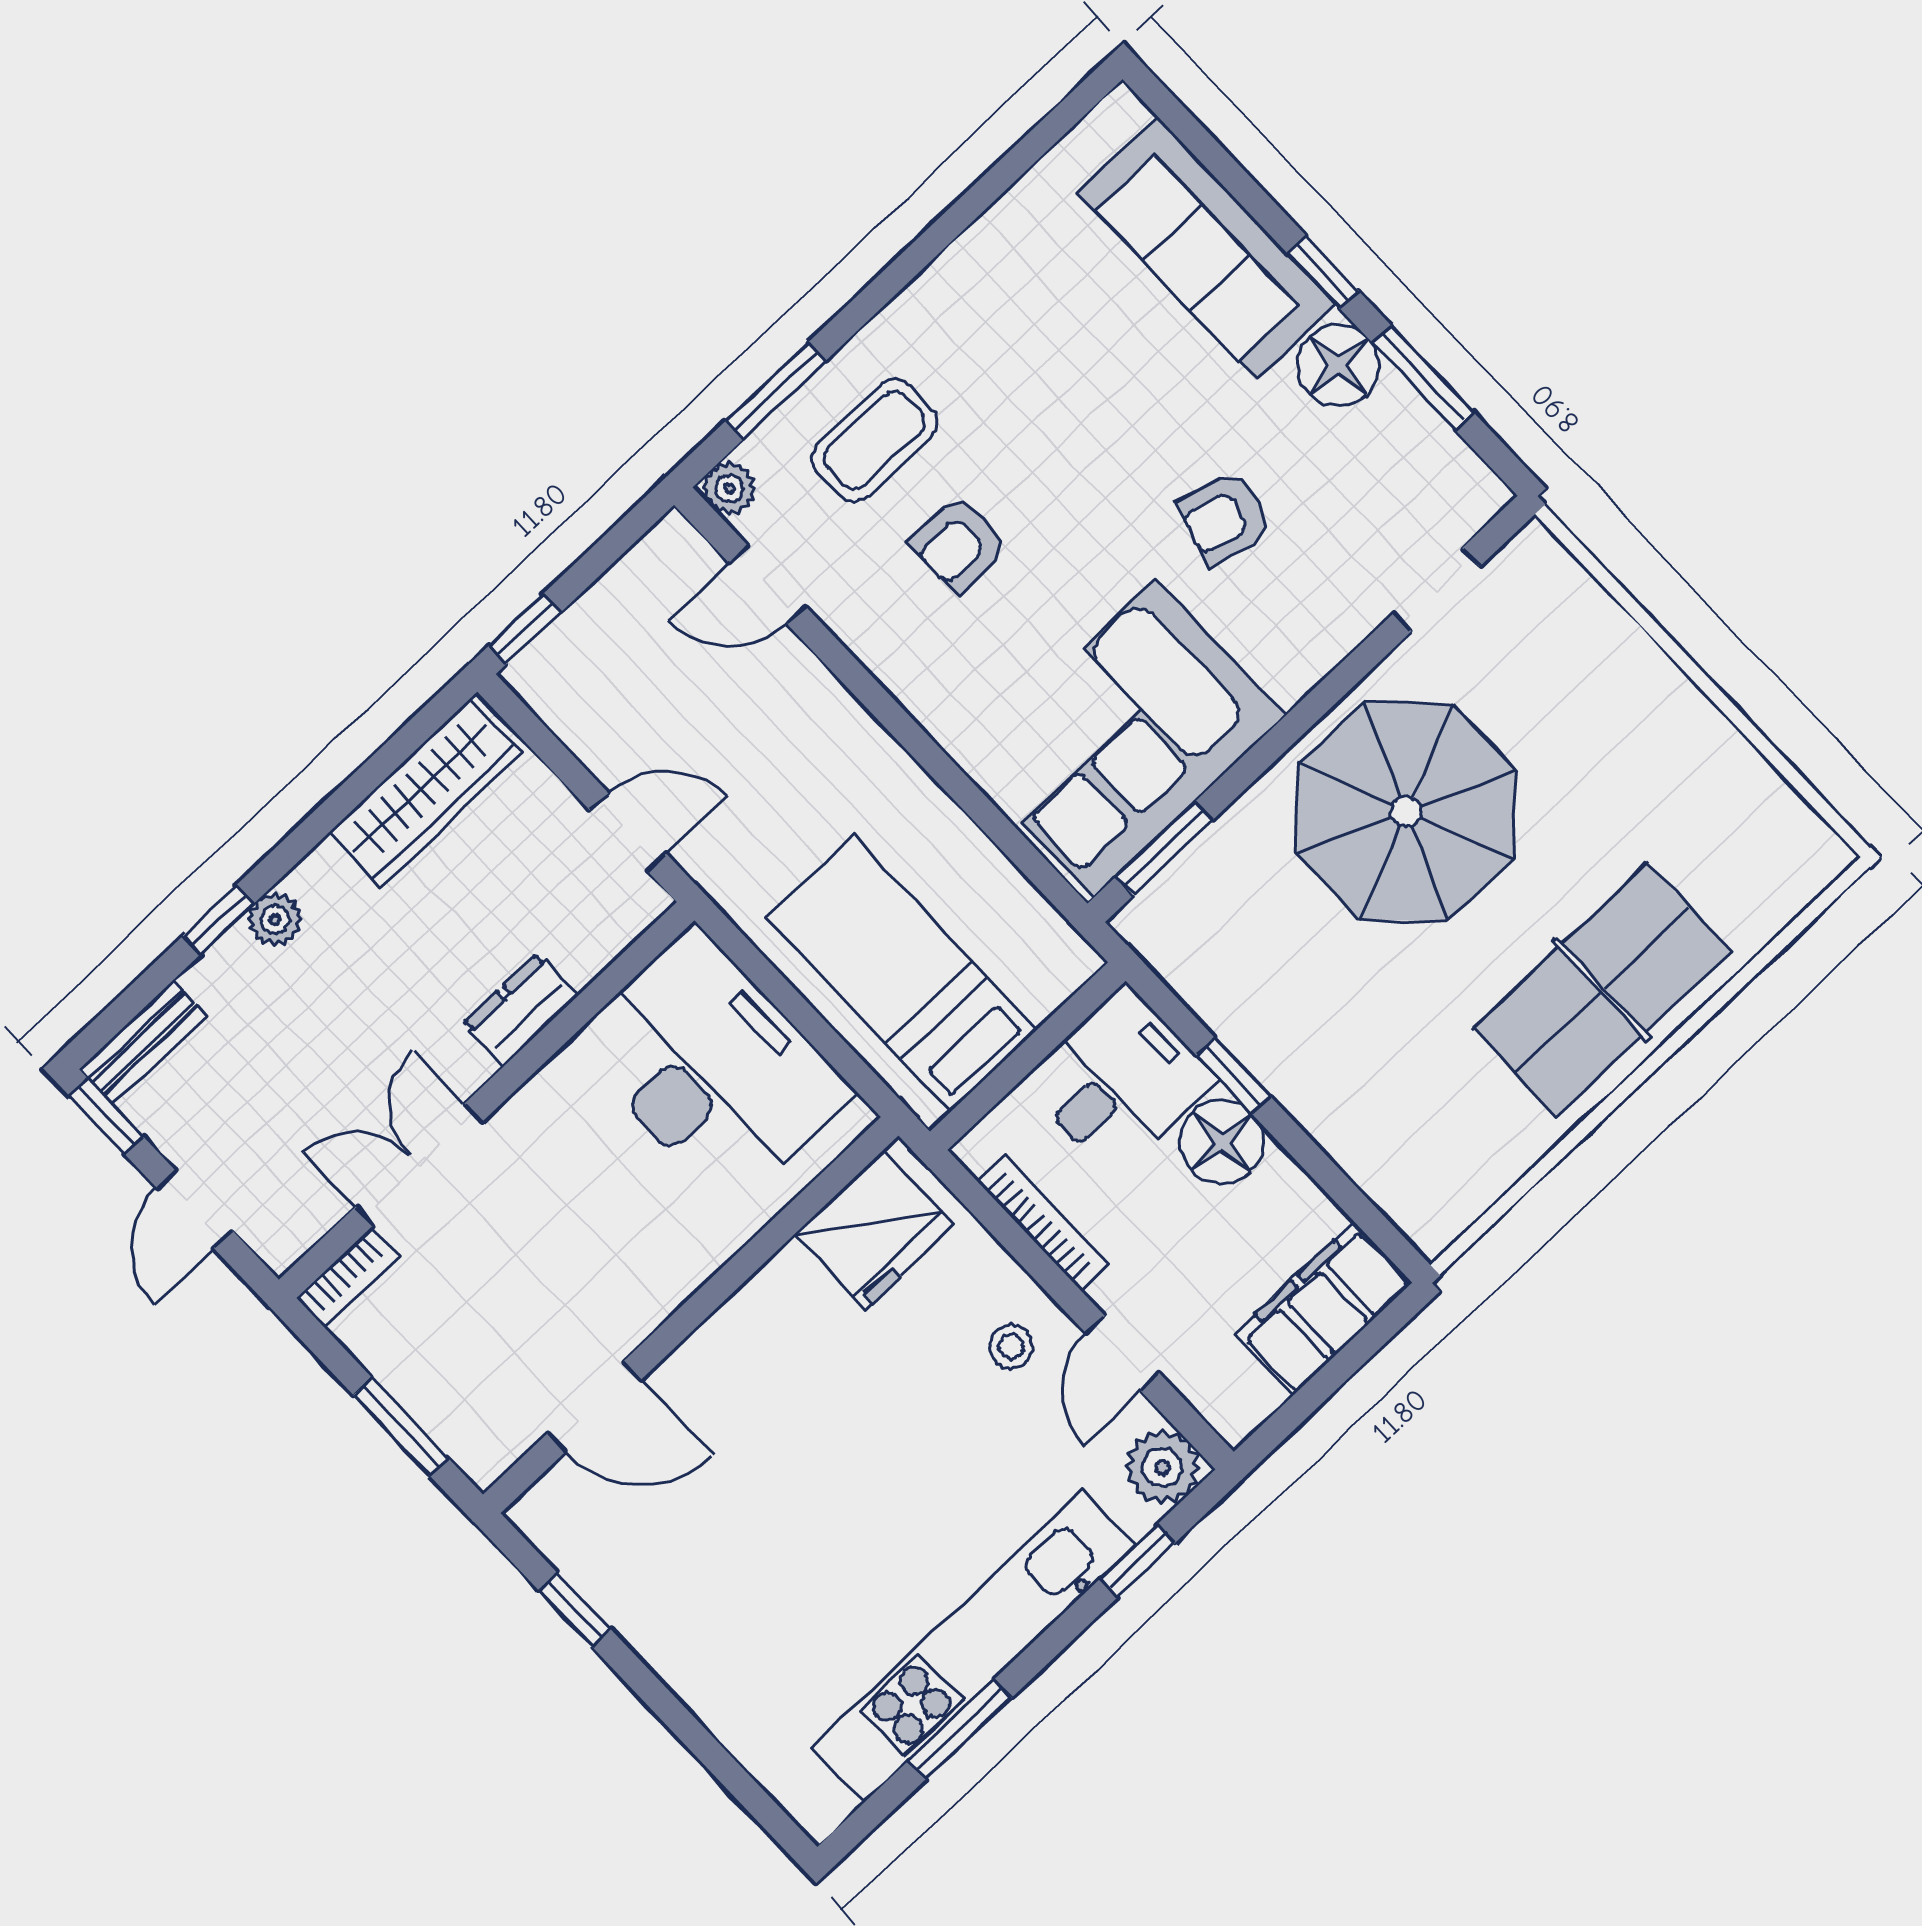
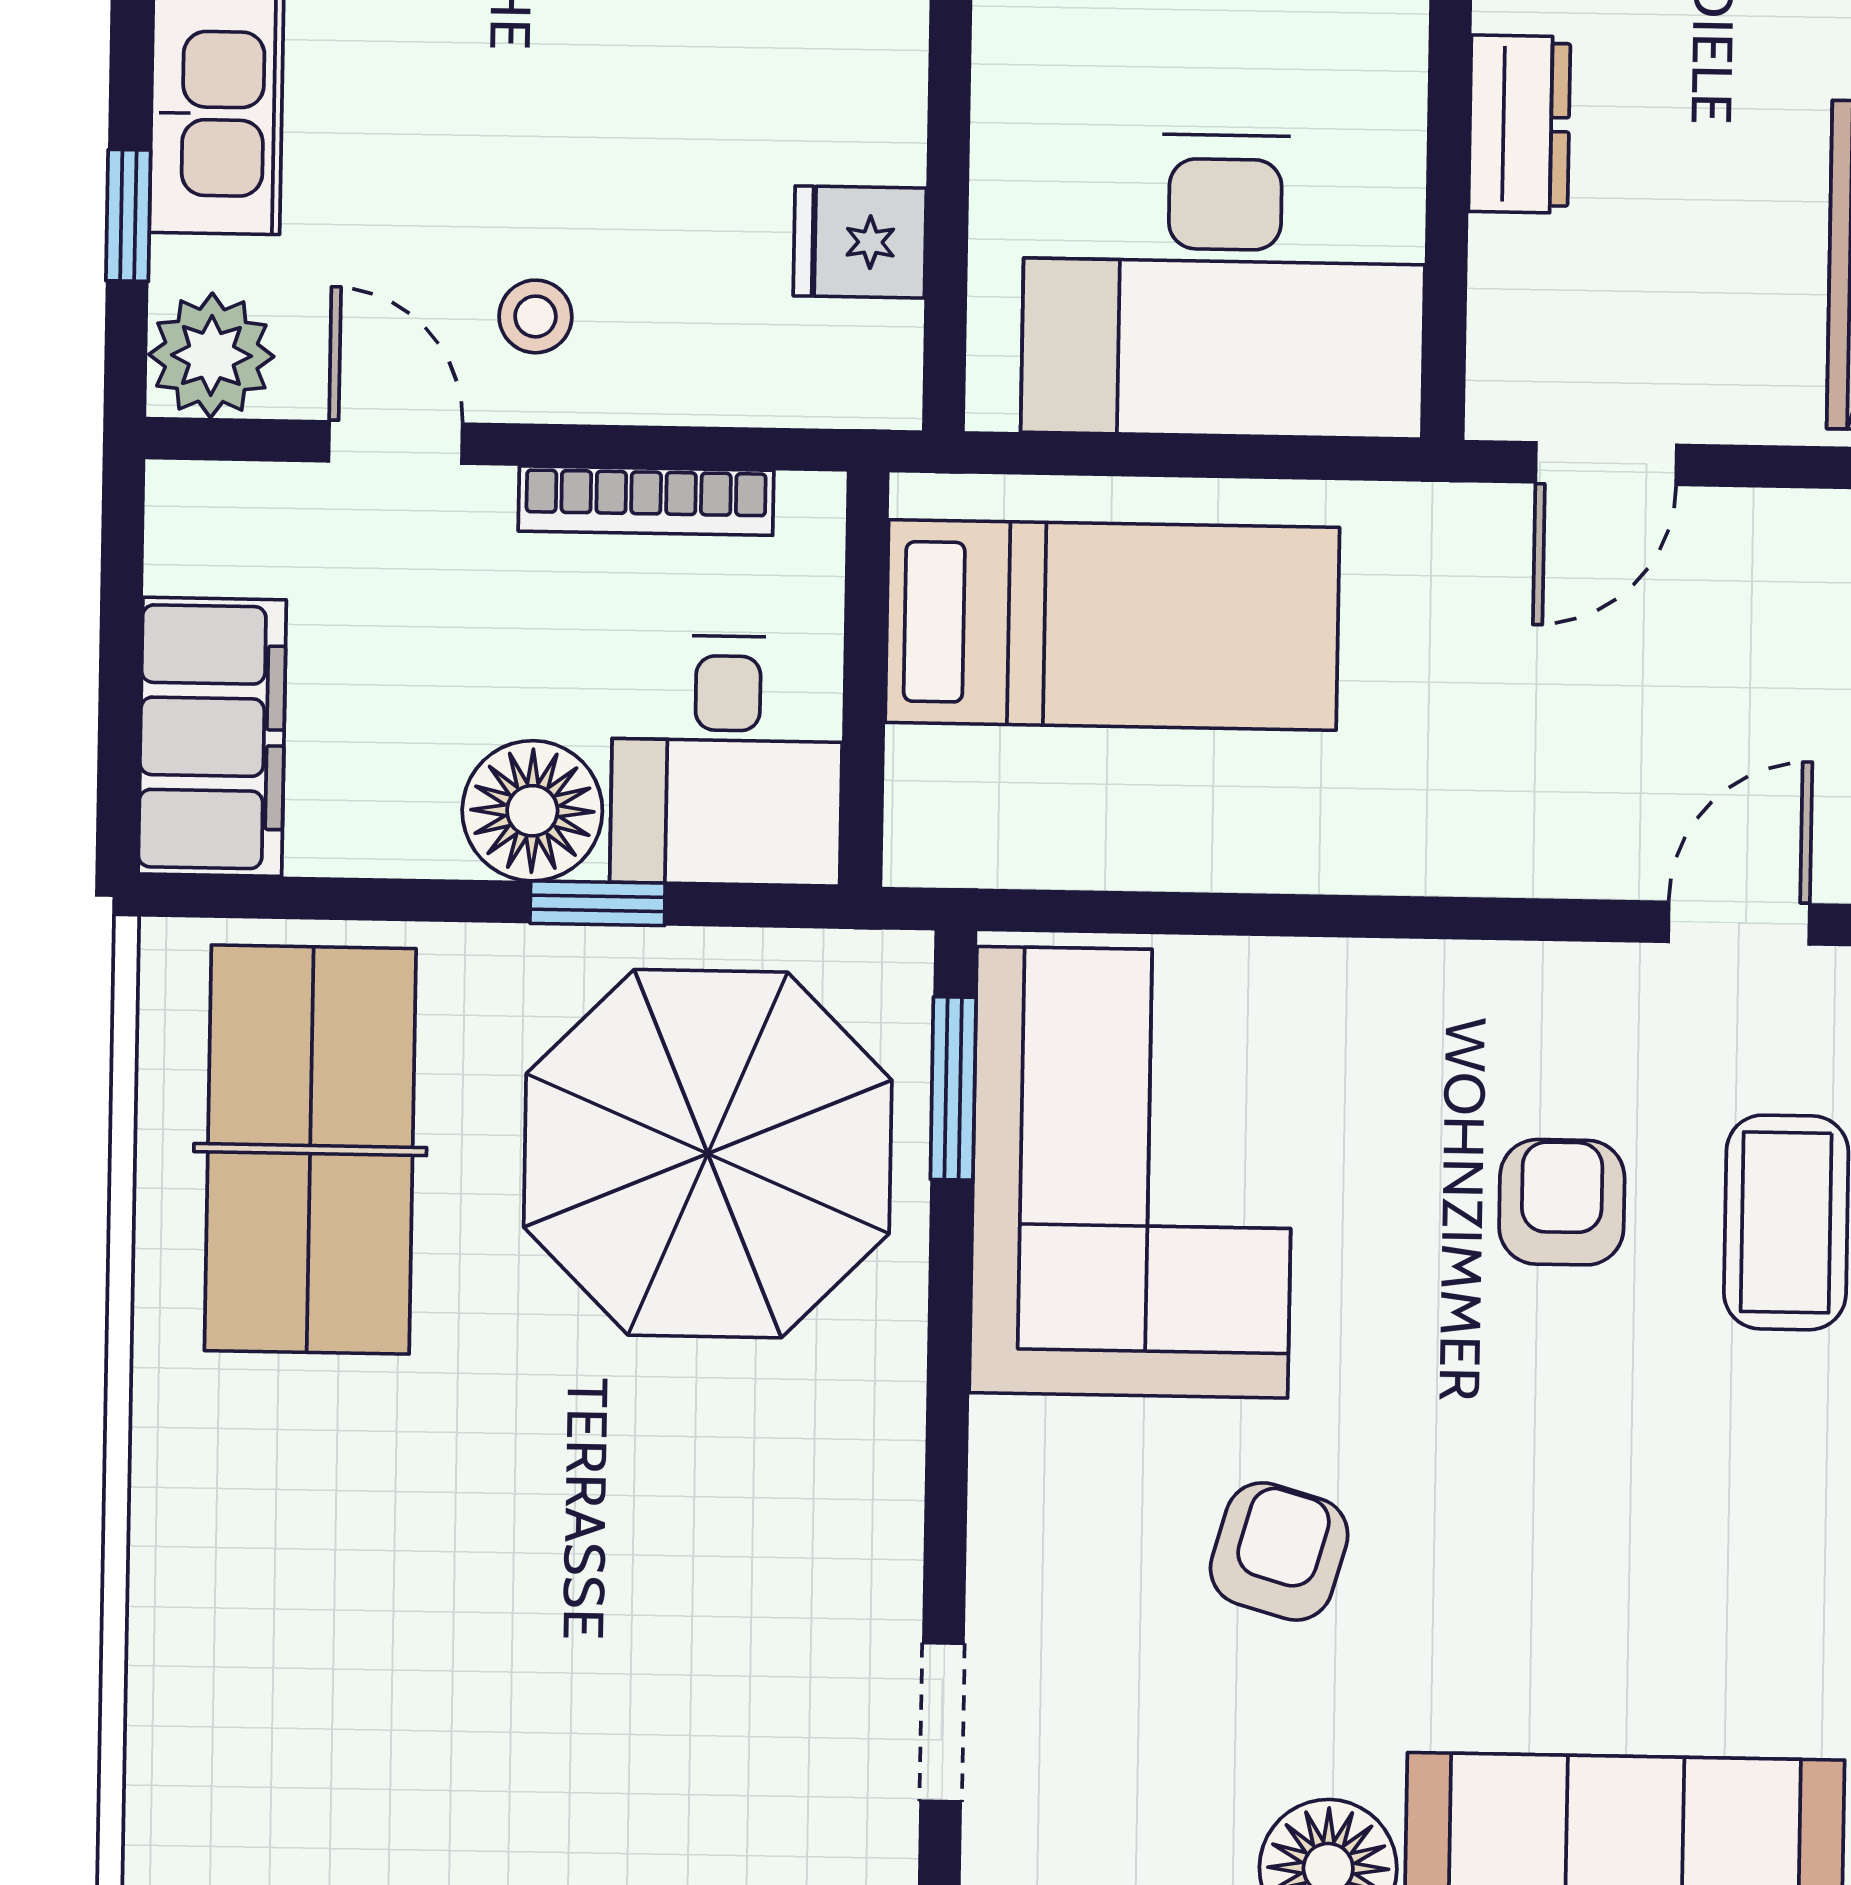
parasol: (1406, 812) -> (708, 1154), moved
table tennis table: (1602, 990) -> (310, 1150), moved
fridge: (875, 1230) -> (860, 242), width x0.53, depth x0.75

